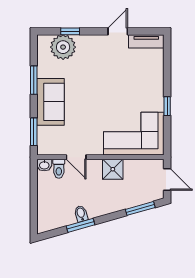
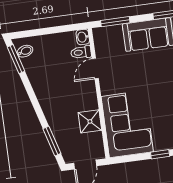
shower: (113, 169) -> (90, 121), moved
bidet: (81, 214) -> (25, 51), moved
window: (81, 225) -> (16, 59), moved

